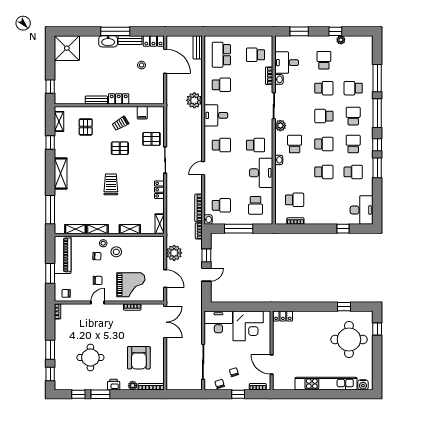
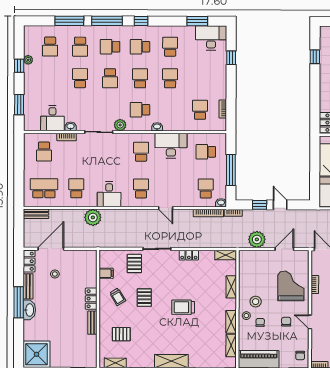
school desk: (221, 55) -> (44, 188), turned 180
school desk: (324, 60) -> (50, 47), moved, turned -90
window: (377, 168) -> (197, 21), moved
school desk: (256, 205) -> (206, 152), turned 180

